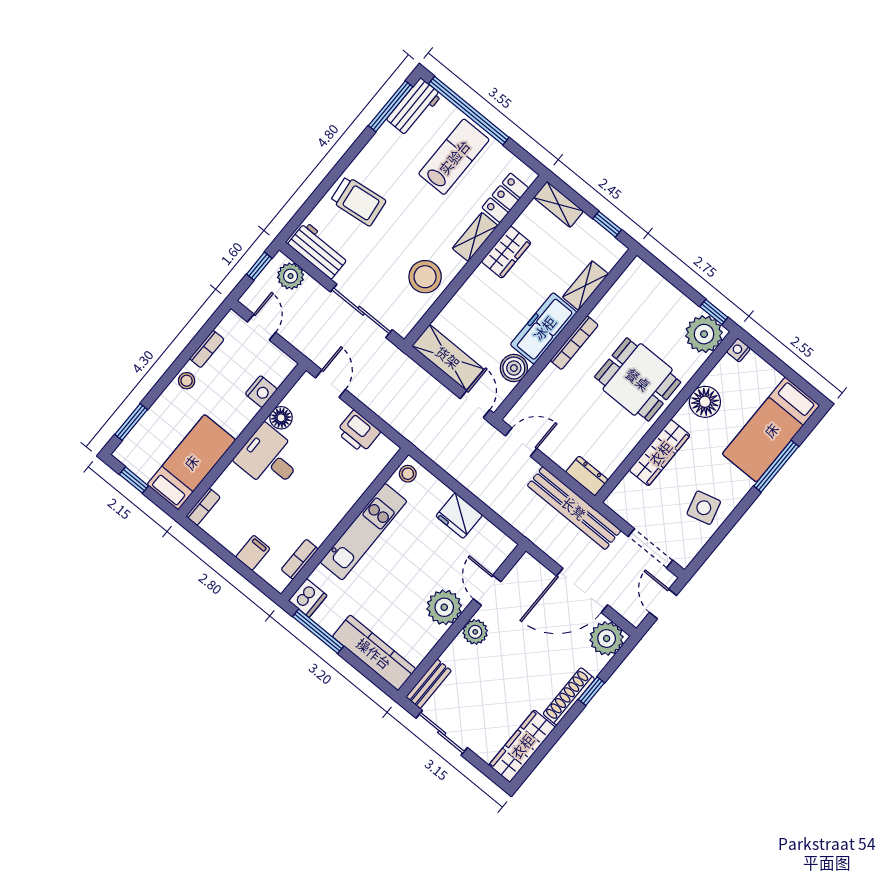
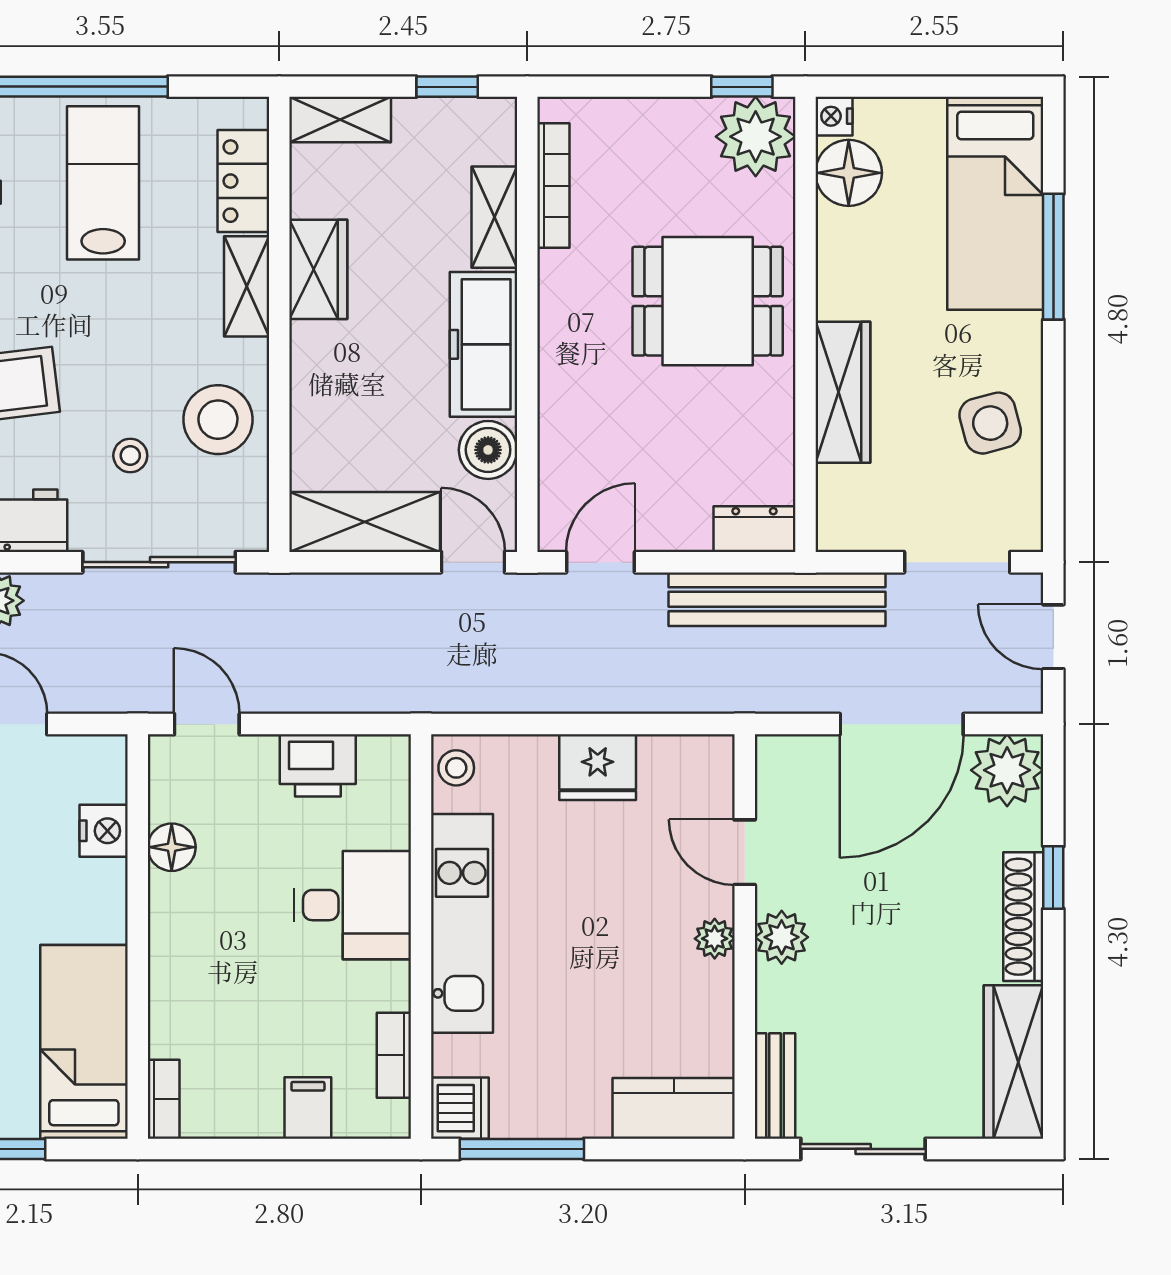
stool: (383, 264) -> (130, 455), added
bookcase: (574, 343) -> (553, 186), moved
floor lamp: (705, 402) -> (849, 173), moved
desk: (269, 458) -> (352, 905), moved, turned 180
plant: (444, 607) -> (715, 939), width x0.53, depth x0.53
kitchen counter: (374, 653) -> (674, 1108), width x0.67

